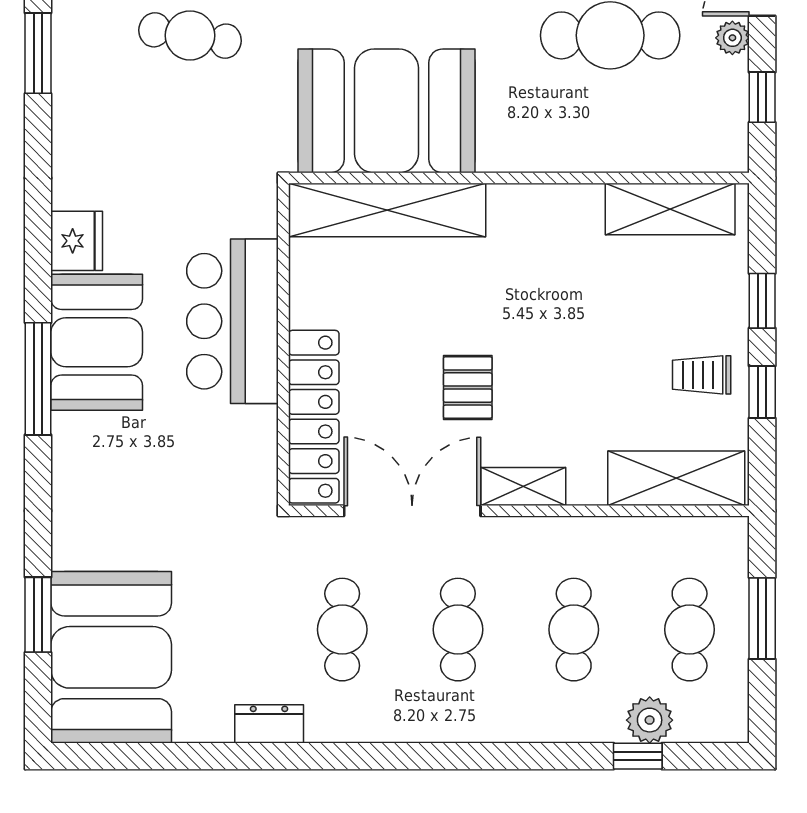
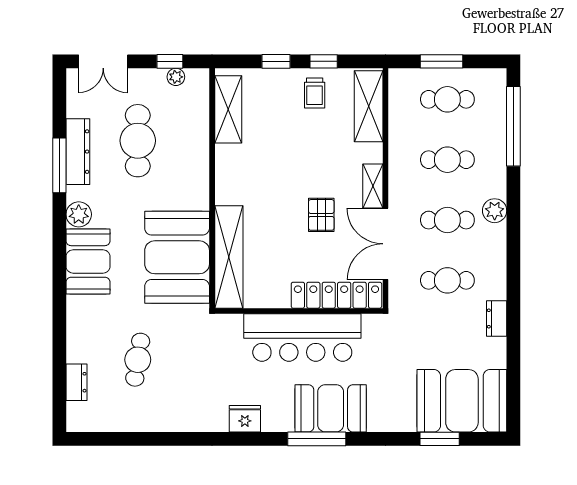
plant: (732, 38) -> (176, 77), moved
window: (38, 53) -> (147, 439), removed
bar counter: (232, 321) -> (302, 338), width x1.36
booth: (97, 342) -> (331, 408), moved
pallet: (468, 388) -> (321, 215), turned 90
plant: (650, 720) -> (495, 211), moved
window: (638, 756) -> (513, 126), width x3.17

